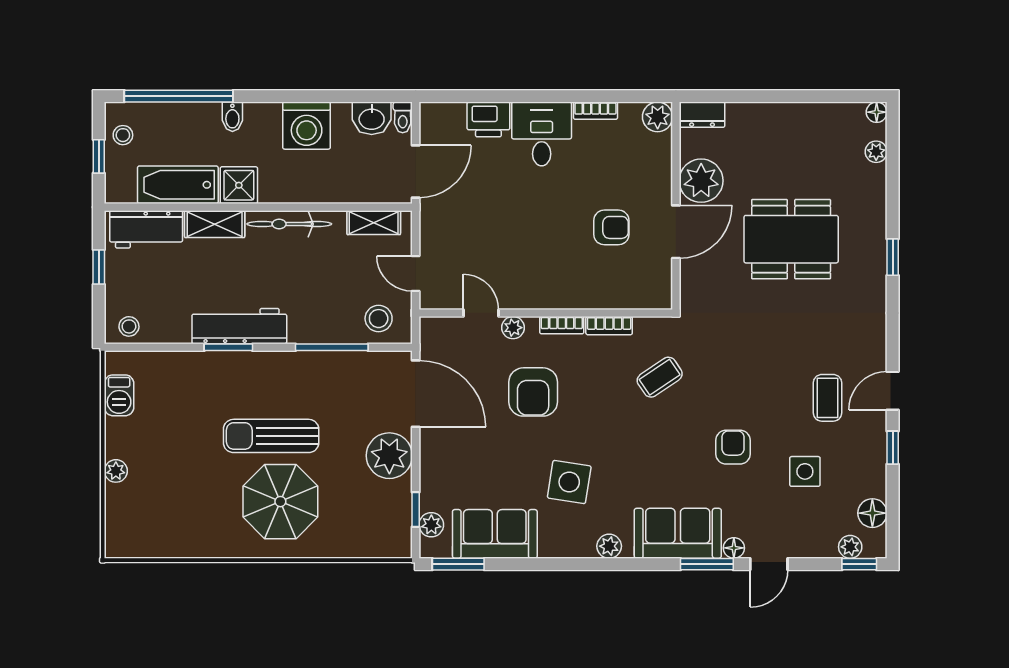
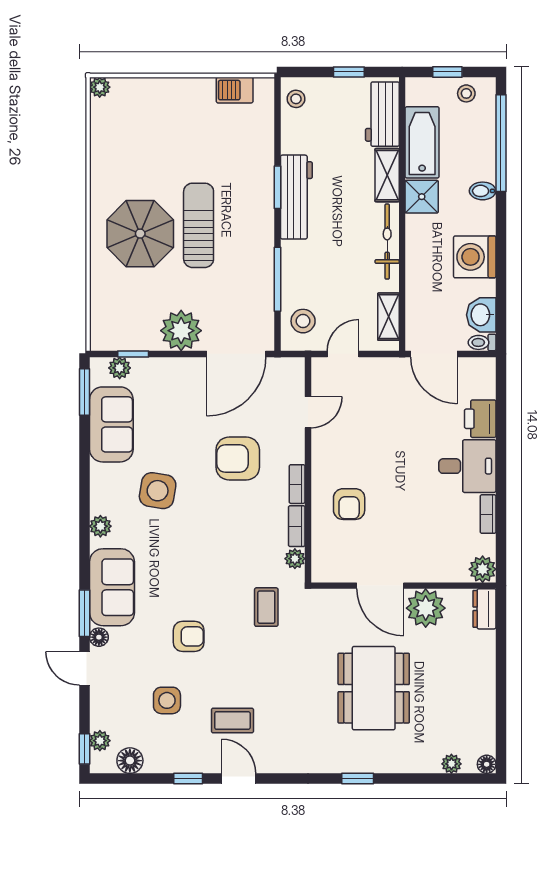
armchair: (611, 227) -> (349, 504), moved
plant: (513, 328) -> (295, 559), moved
coffee table: (660, 377) -> (266, 607), moved, turned 34
plant: (116, 471) -> (100, 87), moved

